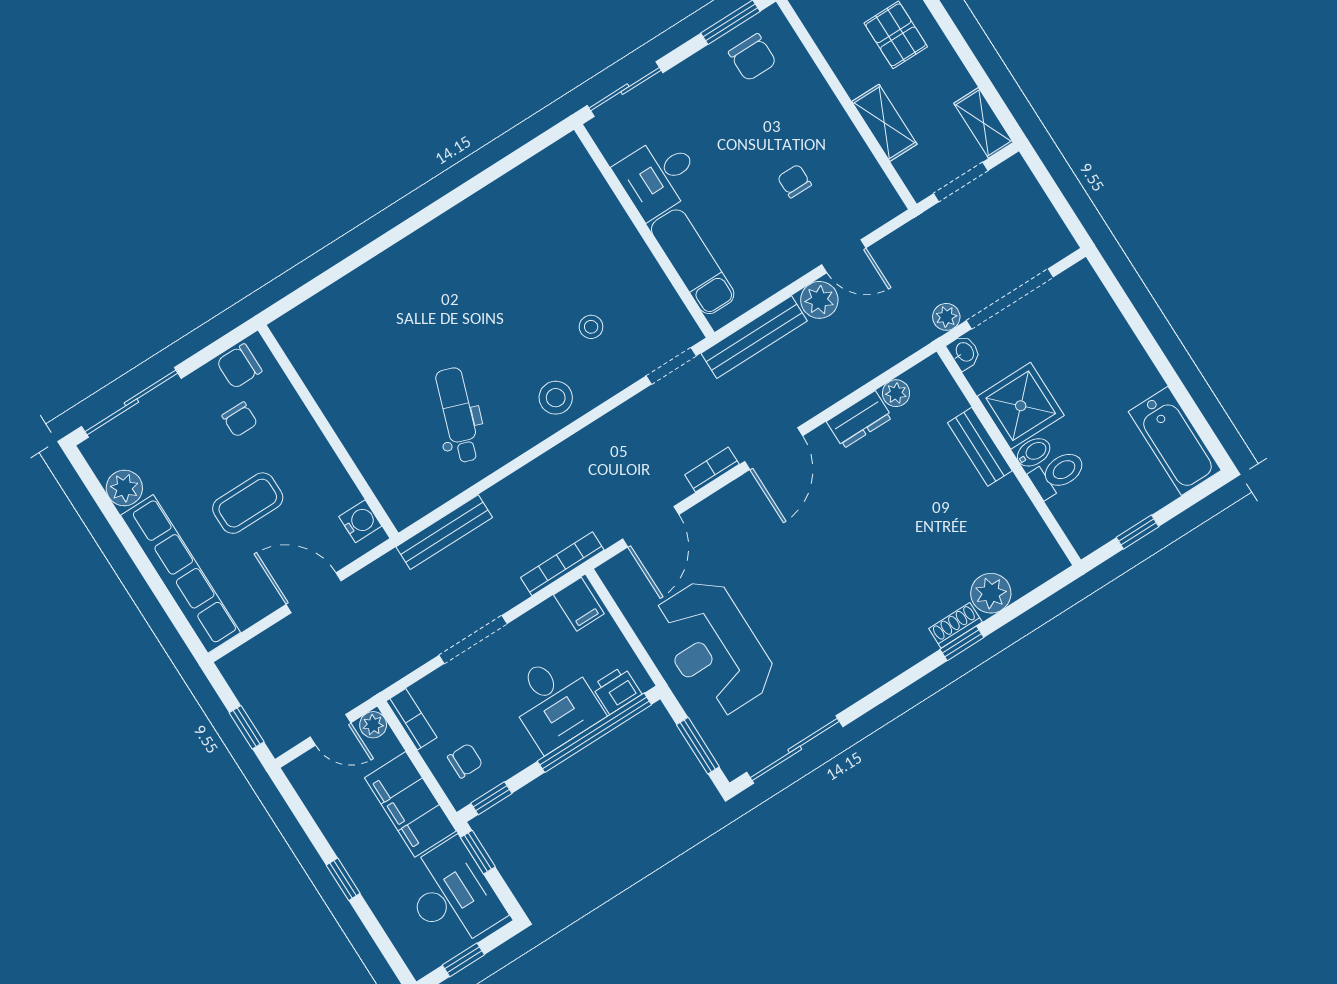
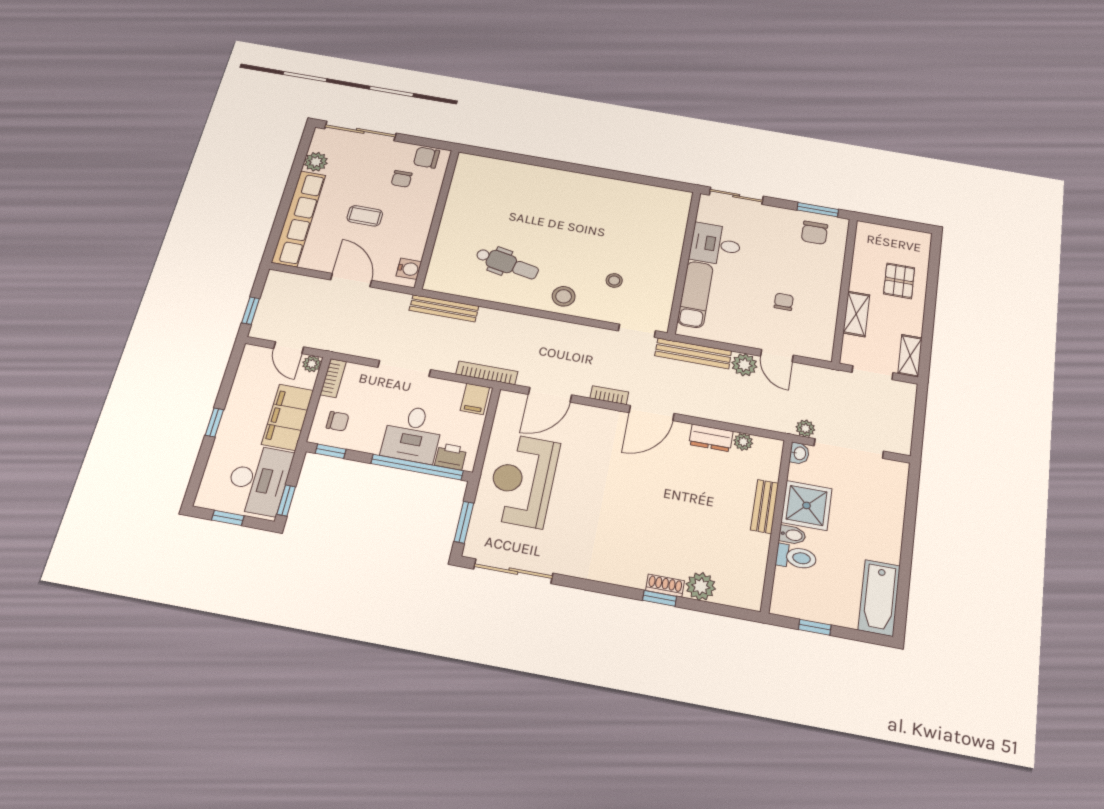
dental chair: (458, 415) -> (507, 264), turned 82
coffee table: (248, 503) -> (365, 216), width x0.73, depth x0.77
window: (478, 852) -> (286, 501), moved

